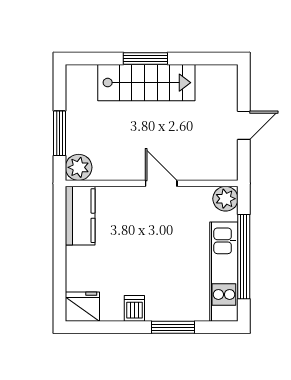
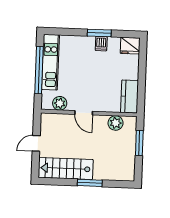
stairs: (146, 83) -> (66, 168), moved
plant: (79, 167) -> (116, 123), moved
plant: (225, 199) -> (60, 103), moved
window: (173, 327) -> (99, 33), moved

